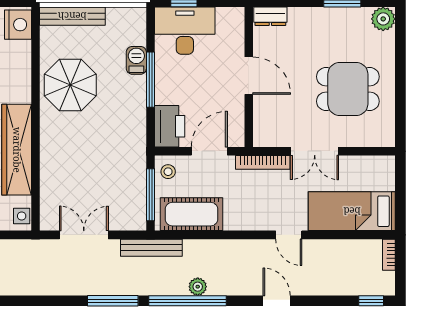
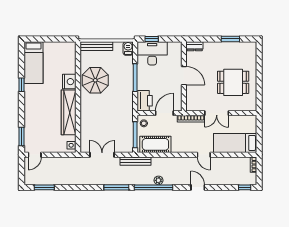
plant: (383, 19) -> (251, 47), removed
nightstand: (18, 25) -> (69, 82), moved
barbecue: (136, 60) -> (128, 48), moved

